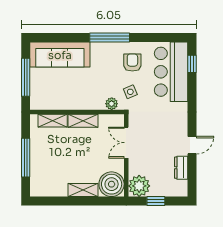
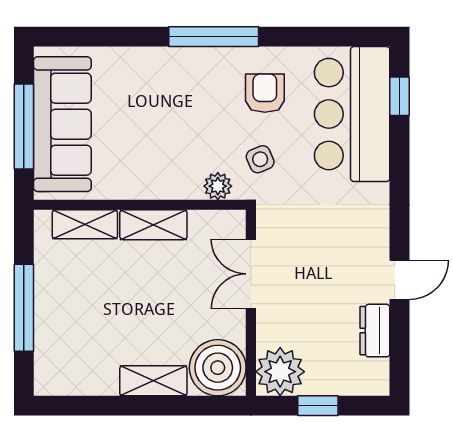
sofa: (60, 55) -> (62, 124), moved, turned -90

